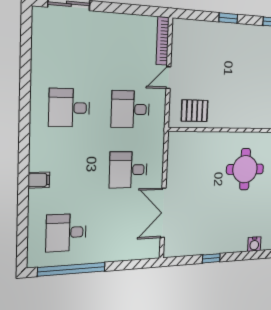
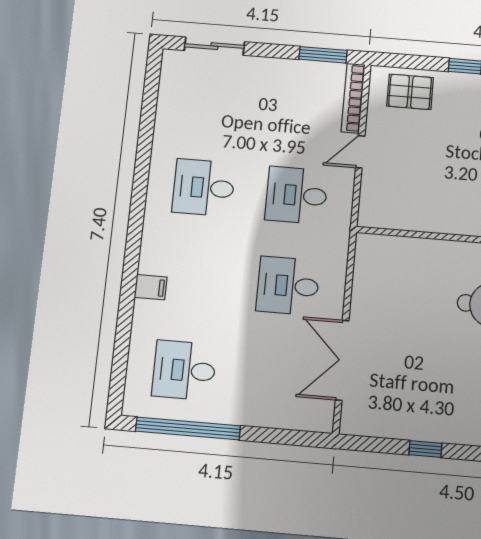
window: (142, 10) -> (323, 55), added
pallet: (195, 111) -> (410, 92), moved

